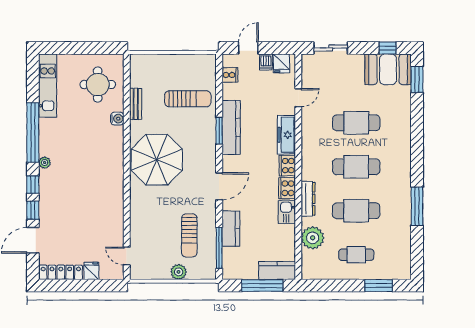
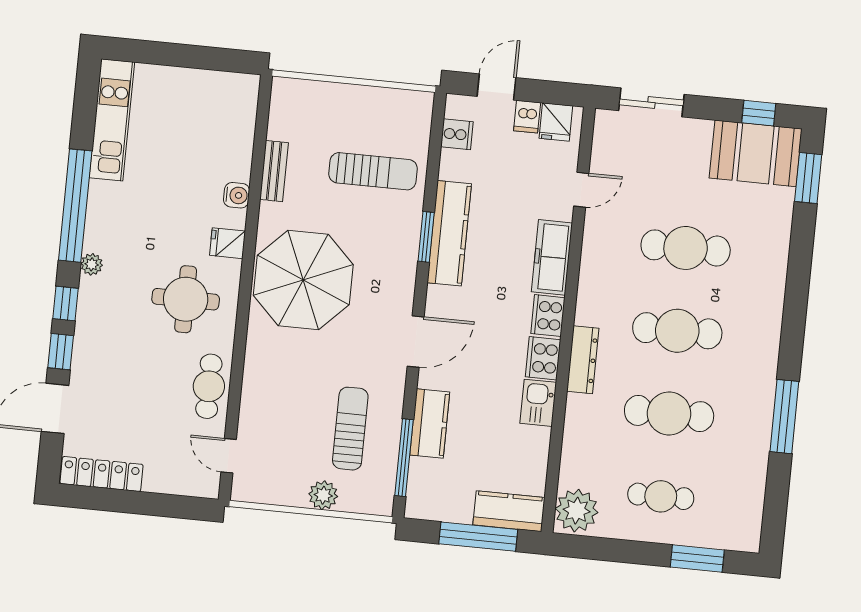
round table: (98, 85) -> (186, 299), moved
dresser: (308, 199) -> (583, 360), moved
cafe table: (113, 221) -> (209, 386), added
sun lounger: (189, 235) -> (350, 429), turned 180
plant: (313, 238) -> (577, 511), moved
fridge: (91, 271) -> (228, 243), moved, turned -90

